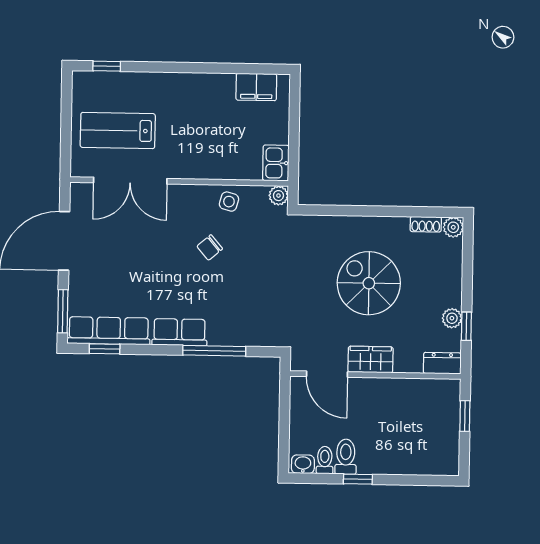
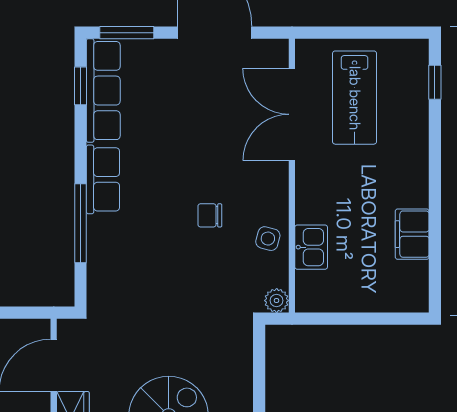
filing cabinet: (256, 87) -> (412, 234), moved
lab bench: (118, 130) -> (355, 98), turned 180
kitchen sink: (276, 163) -> (311, 247), moved, turned 90
chair: (210, 248) -> (210, 215), turned -50

